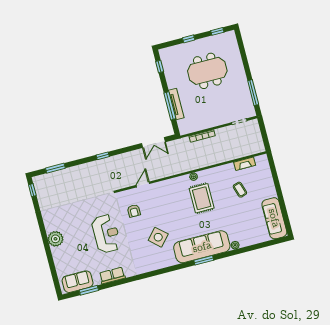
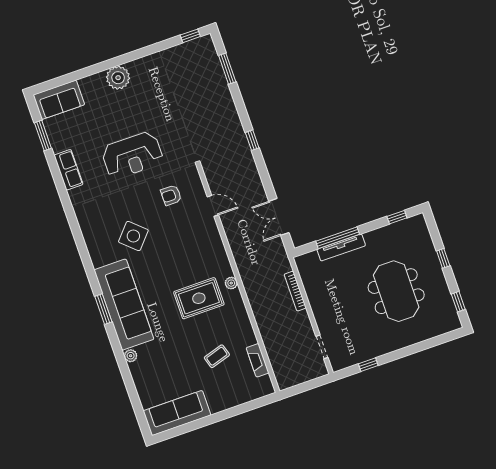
window: (253, 93) -> (368, 365), width x0.46
sofa: (78, 282) -> (59, 100), moved, turned 90

